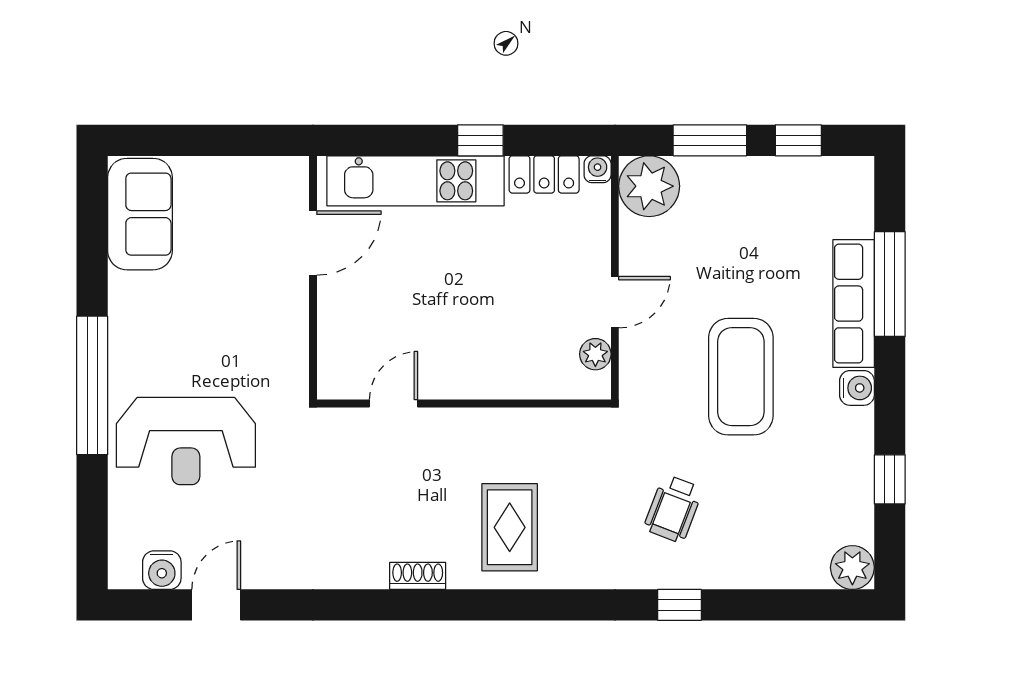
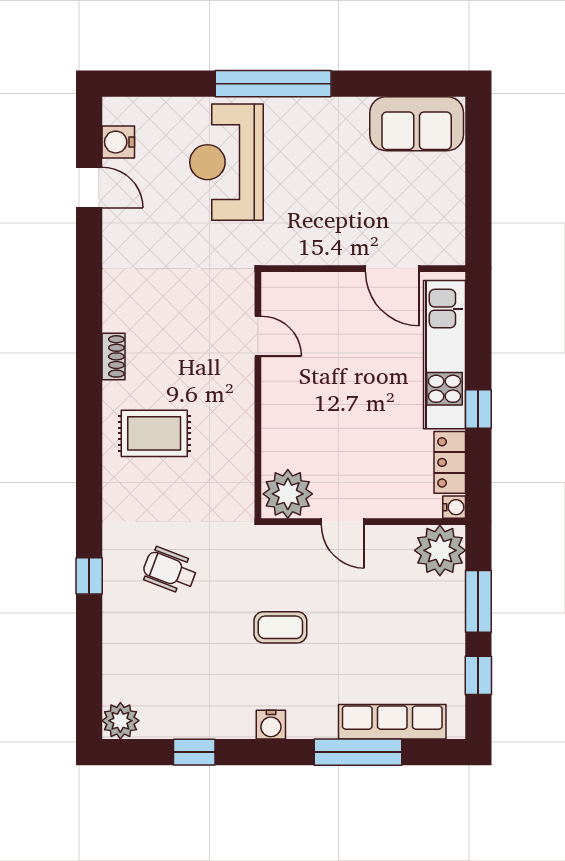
row of seats: (854, 304) -> (392, 722), moved
plant: (595, 354) -> (288, 494), width x1.87, depth x1.87
coffee table: (741, 377) -> (280, 627), width x0.54, depth x0.58

